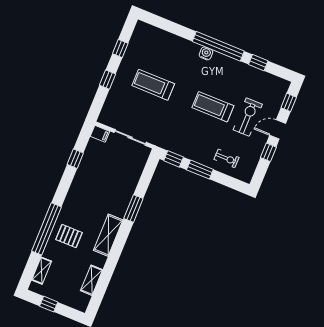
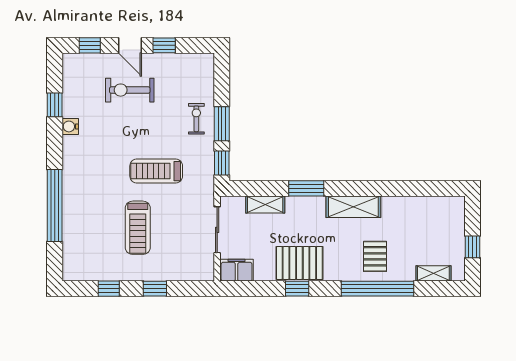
window: (218, 46) -> (55, 205), moved
water cooler: (206, 53) -> (70, 126), moved
treadmill: (213, 107) -> (156, 171), moved, turned 90
filing cabinet: (100, 134) -> (237, 270), width x2.00
exercise bike: (226, 158) -> (196, 119), moved
window: (75, 159) -> (297, 289), moved
pallet: (85, 184) -> (299, 263), added
shelving: (92, 280) -> (265, 205), moved

